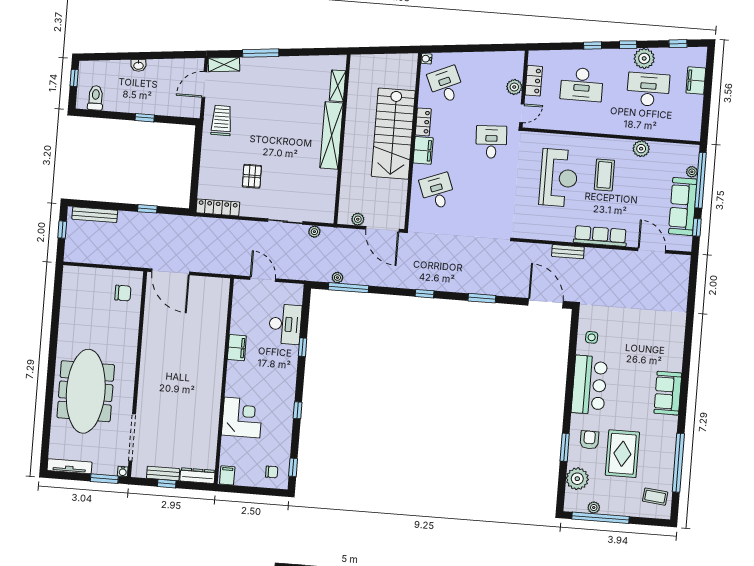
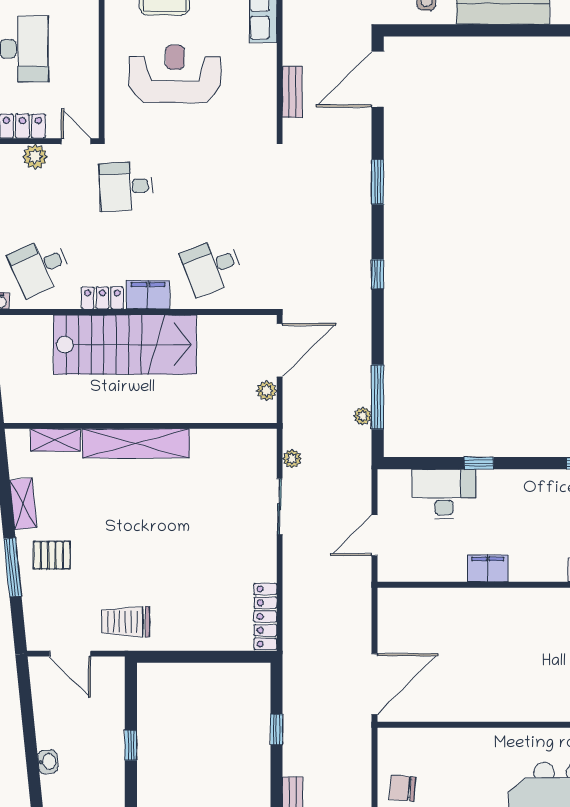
shelving: (224, 65) -> (23, 504), moved
pallet: (252, 176) -> (52, 555), moved
bench: (568, 252) -> (292, 92), moved
chair: (123, 293) -> (403, 788), moved, turned -85

